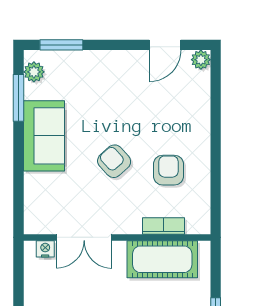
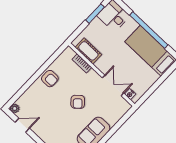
armchair: (168, 170) -> (50, 79), moved, turned -90
cot: (162, 259) -> (88, 51), width x0.73, depth x0.75

